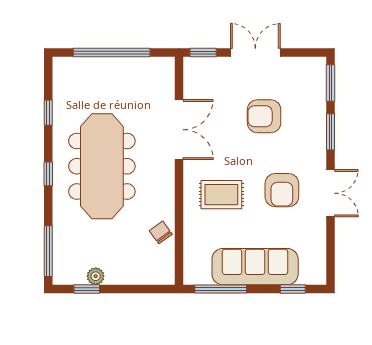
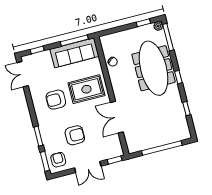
armchair: (305, 80) -> (58, 160), added
meeting table: (102, 166) -> (154, 68), moved
armchair: (282, 190) -> (56, 100), turned -90
double door: (330, 193) -> (23, 74), moved
rug: (221, 195) -> (86, 89), width x1.36, depth x1.43
sofa: (255, 267) -> (74, 53), moved
plant: (96, 276) -> (158, 26), moved

